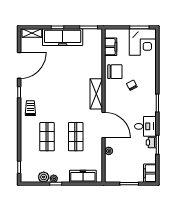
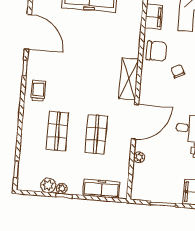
door: (19, 65) -> (28, 32), hinge flipped
door: (103, 125) -> (135, 122), hinge flipped

